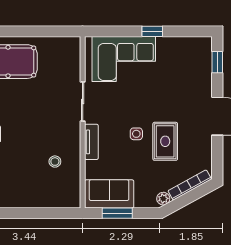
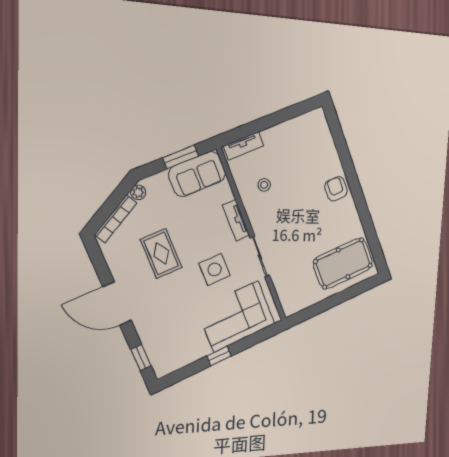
side table: (136, 134) -> (215, 269), moved, width x1.87, depth x1.87
tv unit: (60, 201) -> (244, 146), added

